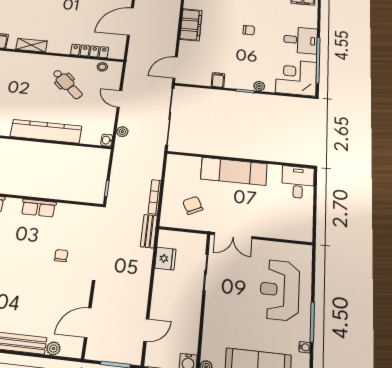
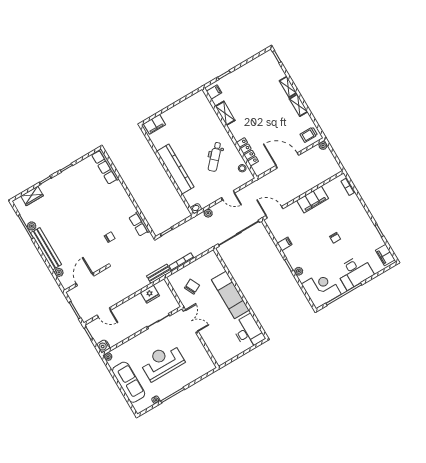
desk: (301, 40) -> (355, 272), width x1.37
door: (119, 99) -> (228, 195), swing flipped
desk: (298, 182) -> (248, 332), width x1.37
row of seats: (38, 208) -> (139, 224), moved
double door: (233, 236) -> (191, 321), swing flipped
reception desk: (280, 290) -> (162, 362), moved
door: (88, 323) -> (85, 280), hinge flipped

